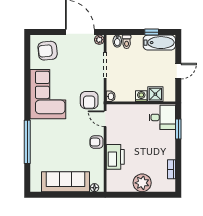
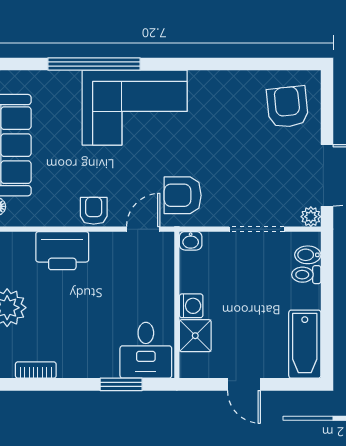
window: (152, 32) -> (327, 328), removed
corner sofa: (48, 94) -> (135, 108), moved

